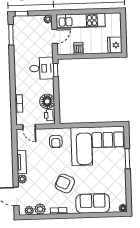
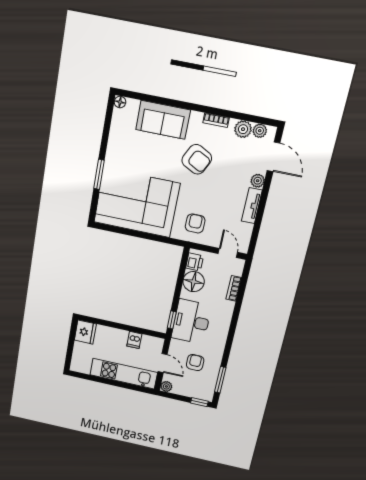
door: (55, 36) -> (163, 363), swing flipped
armchair: (32, 43) -> (195, 363), added
desk: (42, 68) -> (191, 322), width x1.37

